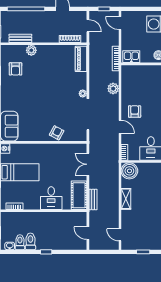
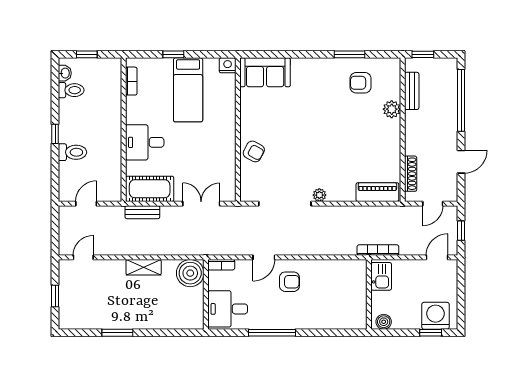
plant: (113, 89) -> (328, 246), removed
toilet: (30, 241) -> (72, 152), moved

